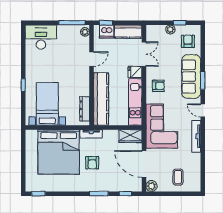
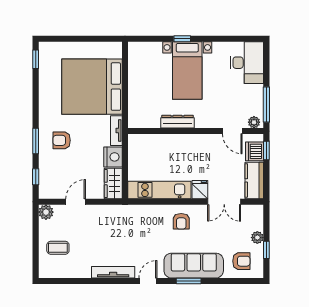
door: (92, 59) -> (232, 131), moved
kitchen counter: (101, 99) -> (164, 144), removed
bed with nightstands: (47, 104) -> (187, 71), moved, turned 90
dresser: (85, 109) -> (178, 122), moved
corner sofa: (162, 126) -> (127, 226), removed
nightstand: (111, 136) -> (113, 157), added
armchair: (92, 163) -> (62, 140), moved
door: (144, 164) -> (76, 202), width x0.53

